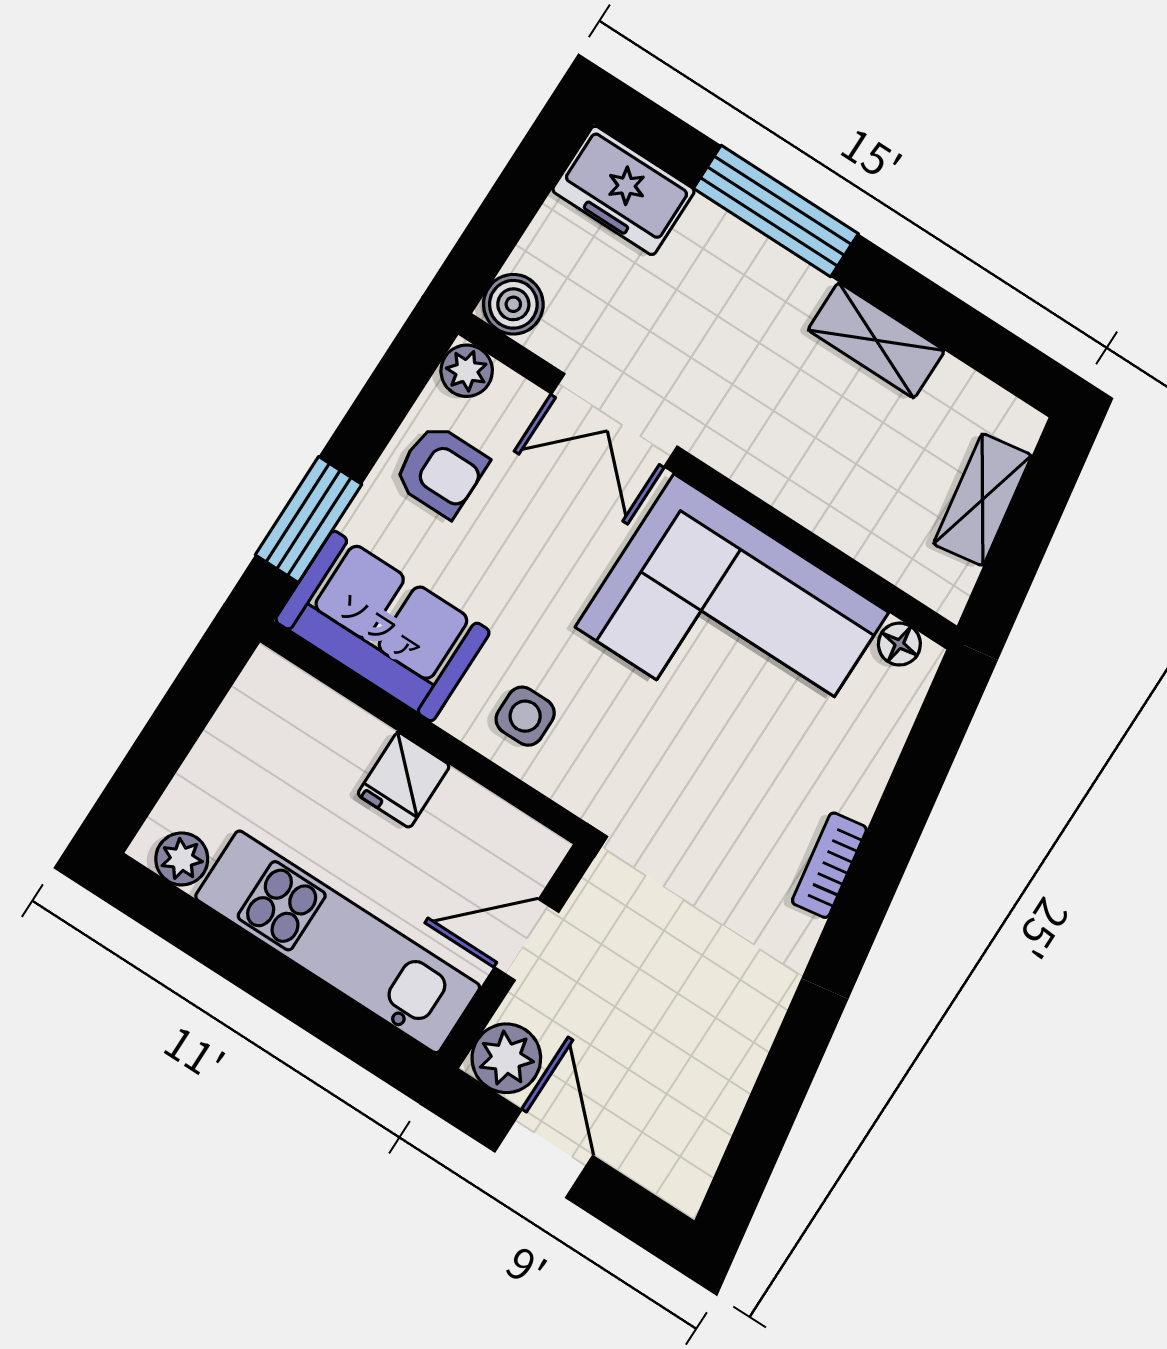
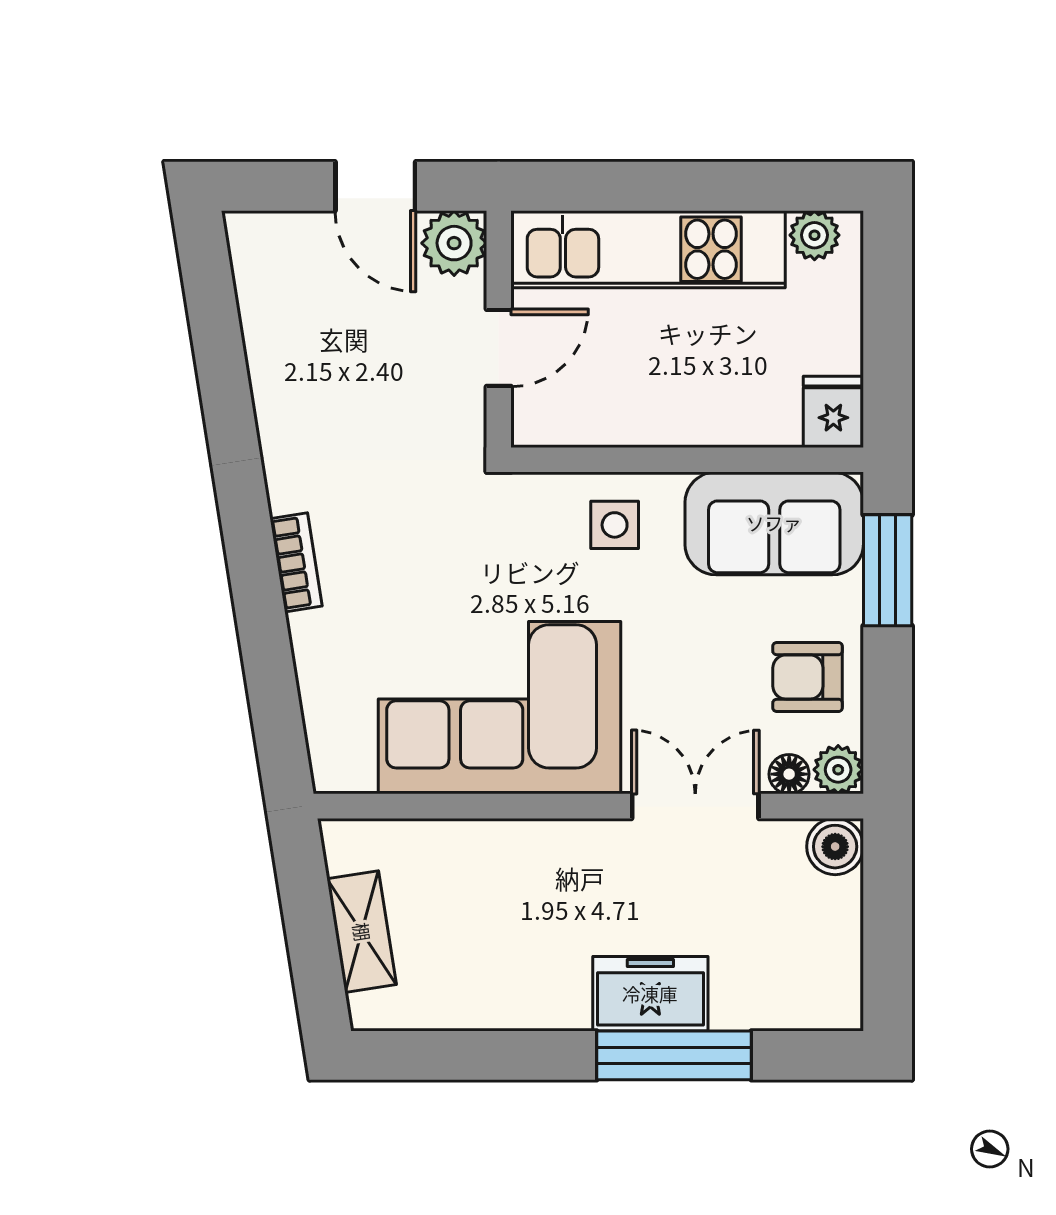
freezer: (623, 190) -> (650, 994), moved
shelving: (876, 340) -> (528, 1004), removed
floor lamp: (899, 644) -> (789, 774), moved
fridge: (404, 780) -> (833, 412), moved

